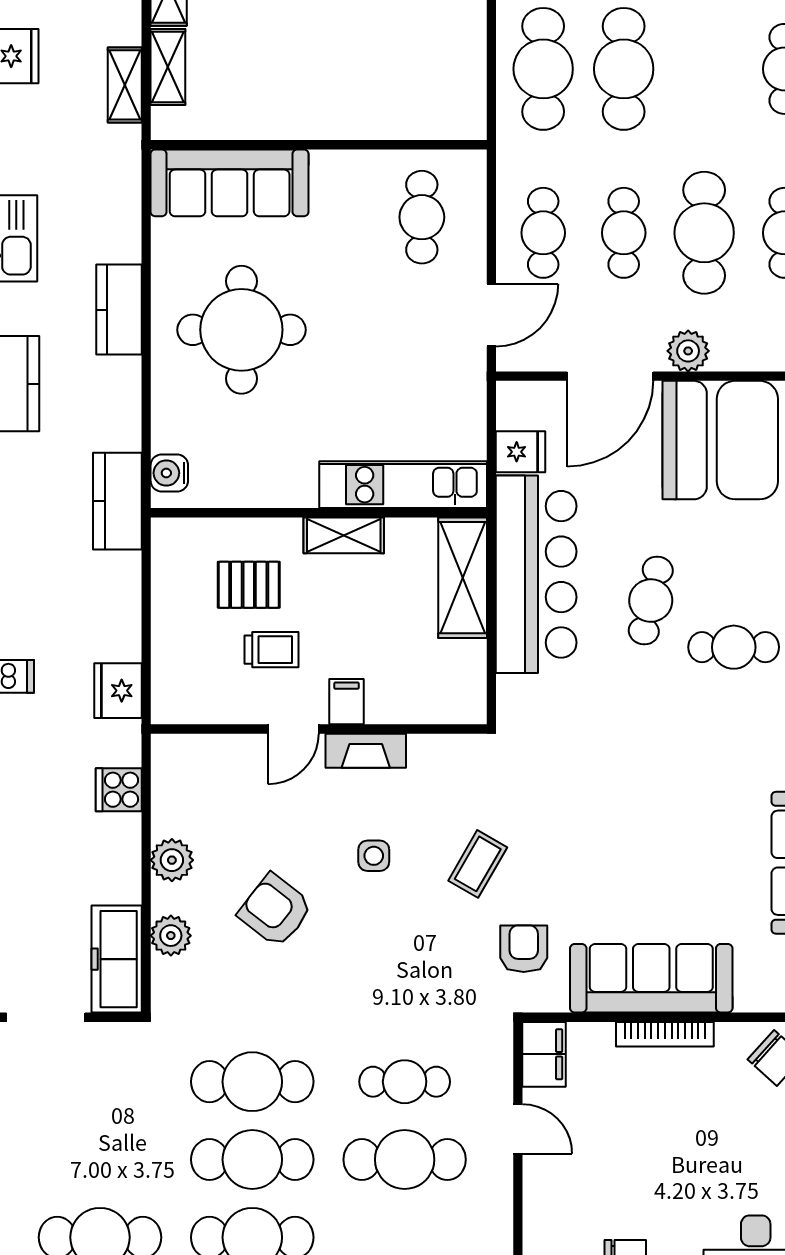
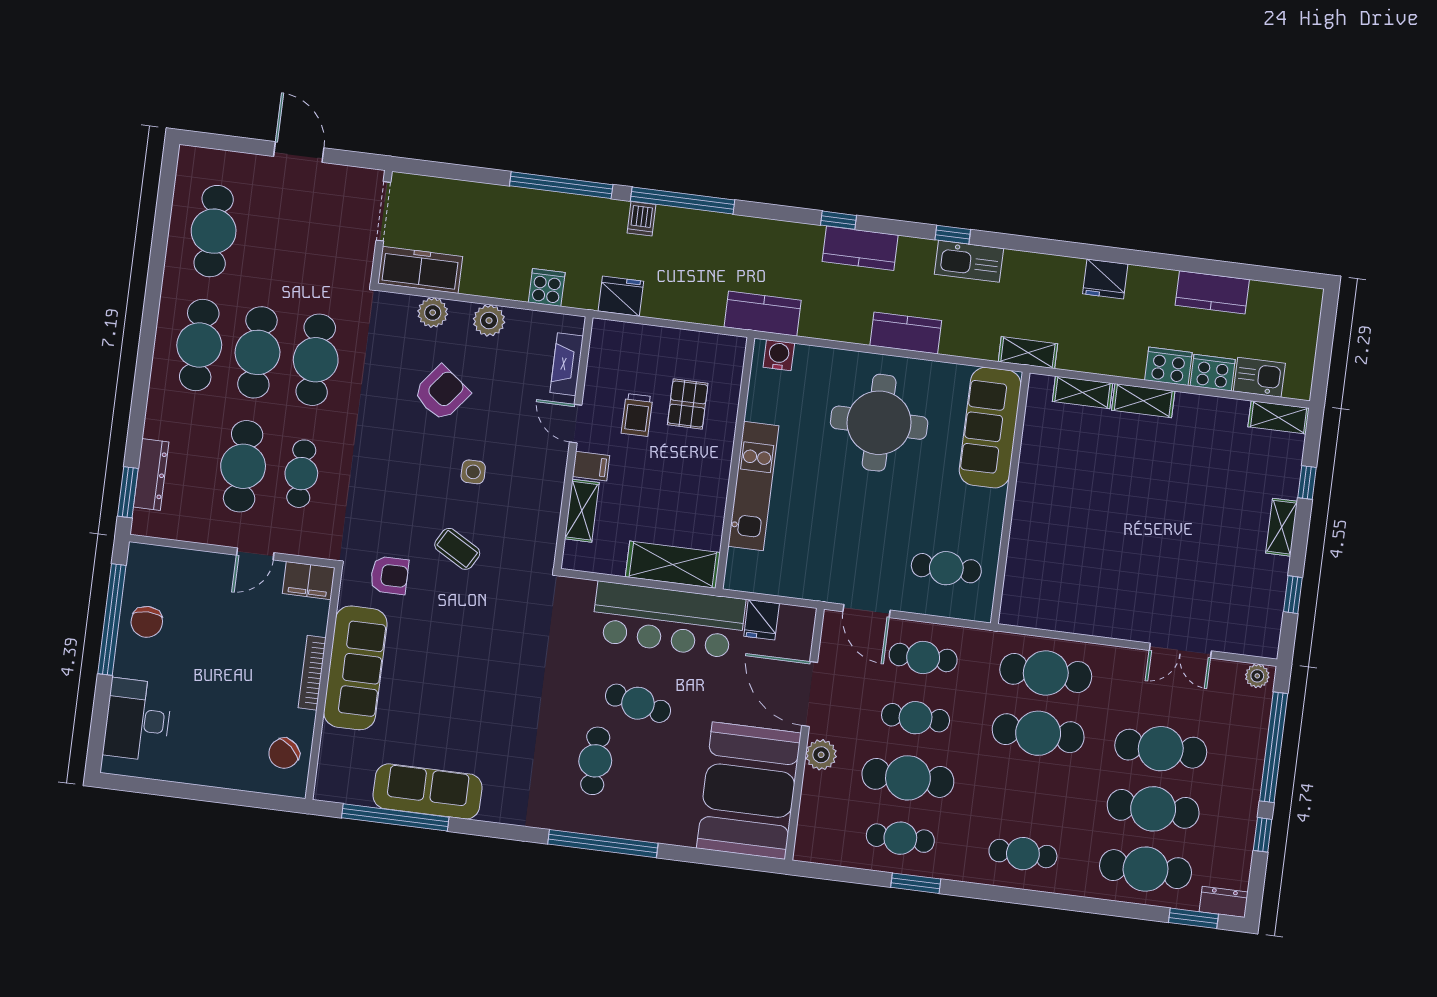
shelving: (125, 85) -> (1028, 353), moved
kitchen unit: (403, 485) -> (753, 486), moved
shelving: (344, 535) -> (582, 511), moved
fireplace: (366, 751) -> (567, 364), moved

